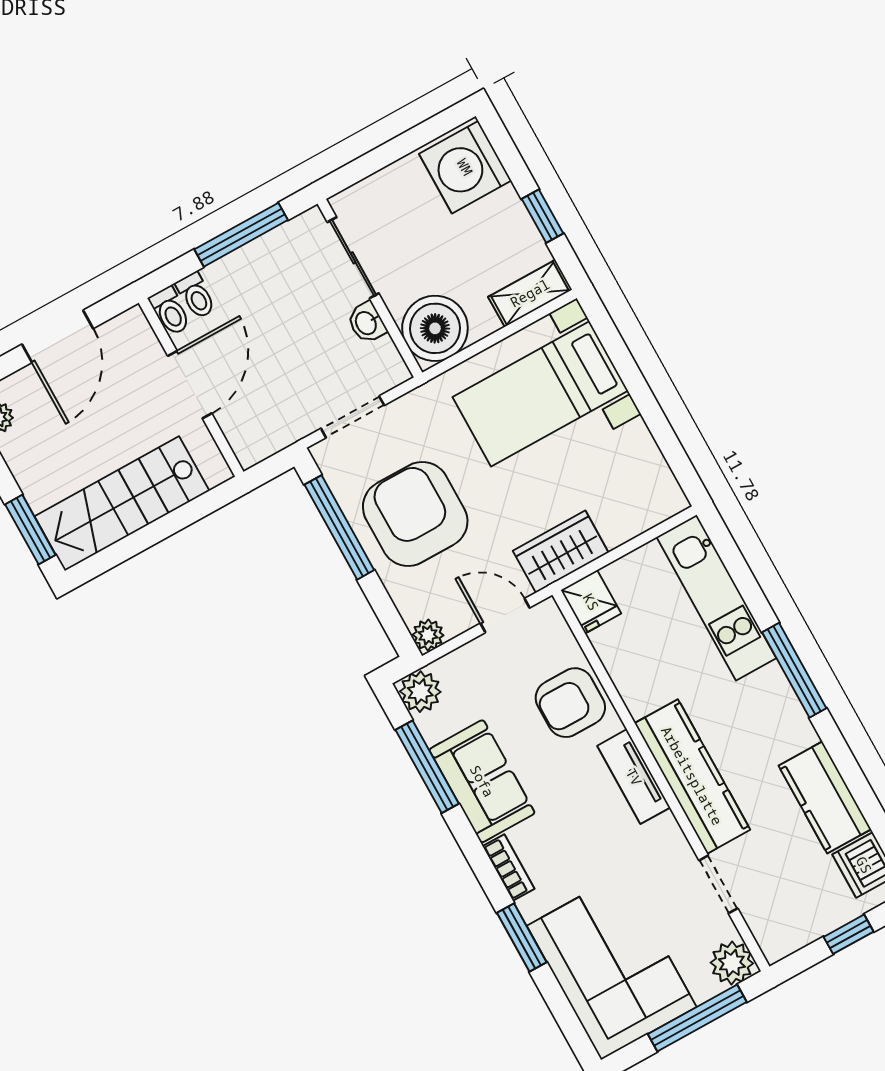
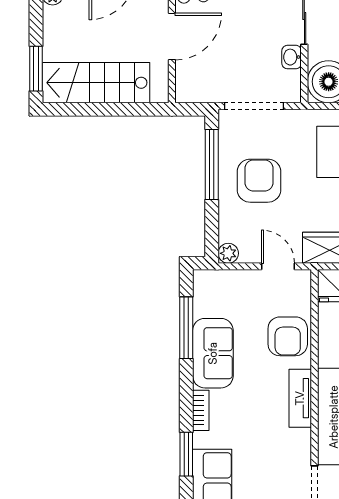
doorway: (353, 417) -> (254, 106), width x1.38
armchair: (415, 514) -> (259, 181), width x0.73, depth x0.73
plant: (420, 692) -> (206, 283), removed
armchair: (570, 703) -> (288, 336), turned -90

